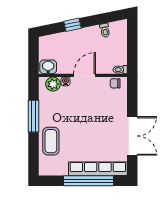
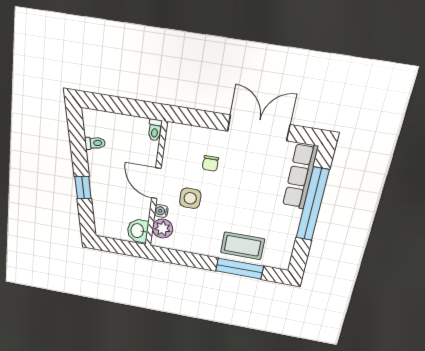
chair: (115, 83) -> (210, 163), moved
side table: (78, 100) -> (190, 198), added
window: (34, 116) -> (240, 269), moved
row of seats: (98, 169) -> (300, 176), width x0.73

